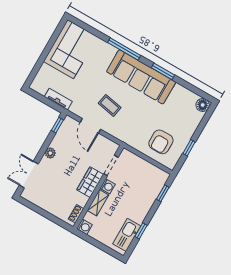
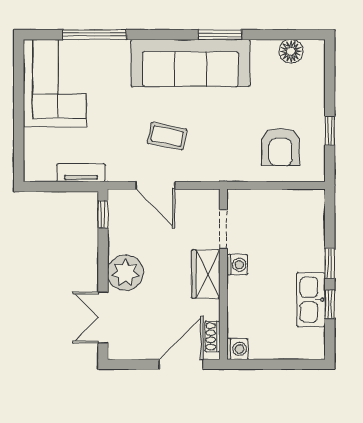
window: (124, 49) -> (94, 35), moved
floor lamp: (203, 105) -> (291, 51), moved
plant: (50, 153) -> (125, 273), width x1.87, depth x1.87
window: (163, 193) -> (330, 263), moved
shelving: (98, 203) -> (237, 299), removed
door: (53, 219) -> (181, 364), added
kitchen sink: (127, 235) -> (311, 300), moved

